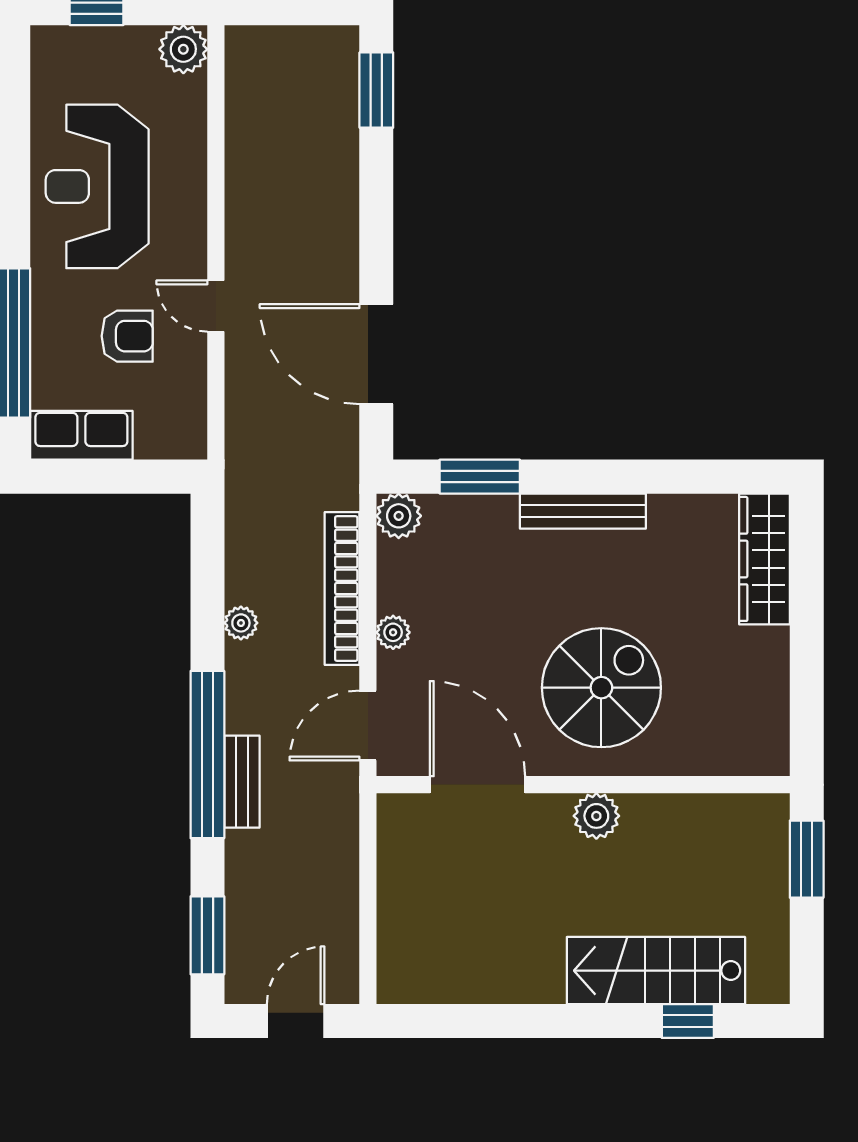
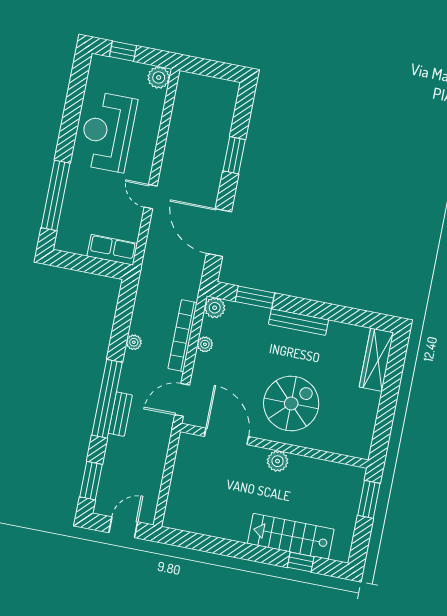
window: (376, 90) -> (234, 155), moved
armchair: (127, 336) -> (108, 202), removed
row of seats: (81, 435) -> (112, 250), moved
plant: (393, 632) -> (205, 344), moved

